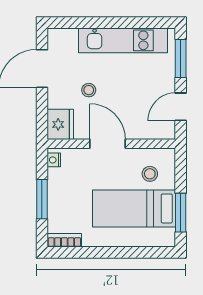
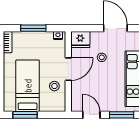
stool: (150, 174) -> (54, 86), moved

